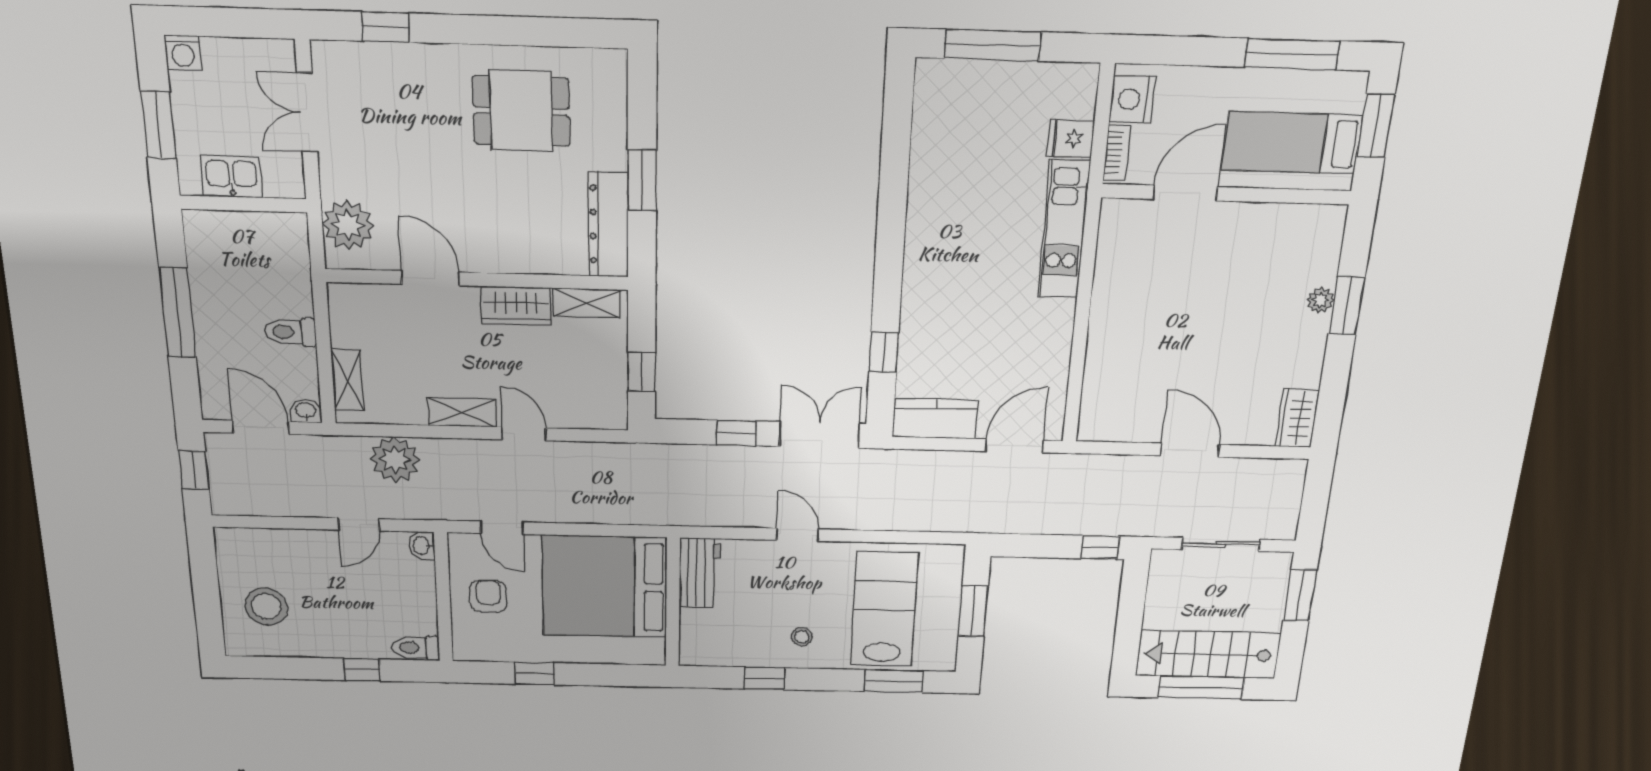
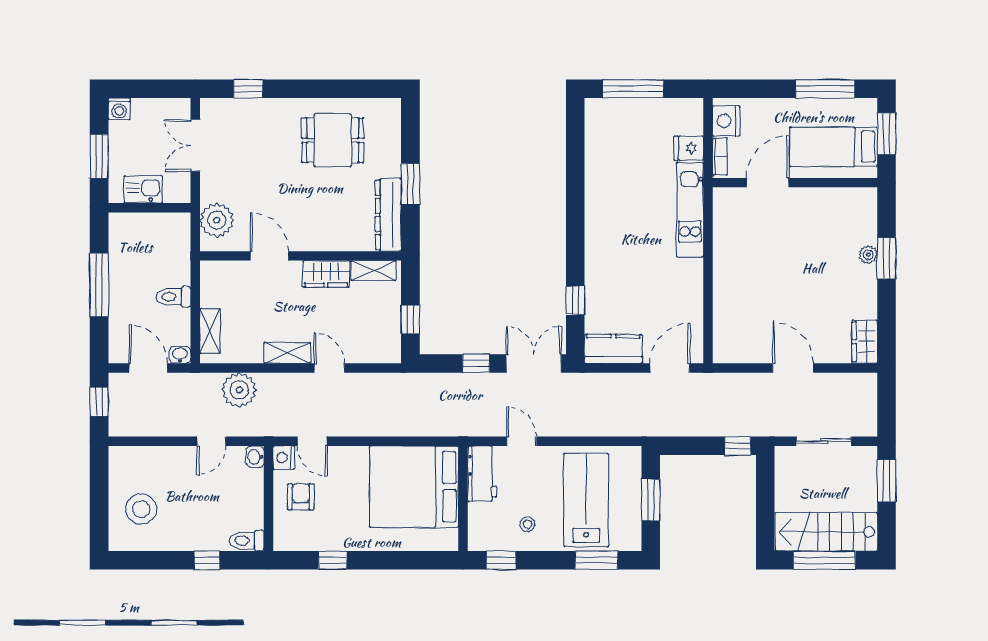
nightstand: (463, 547) -> (284, 458), added
workbench: (700, 573) -> (482, 474), moved
bed: (605, 587) -> (414, 487), moved
wall: (673, 603) -> (463, 498), moved

